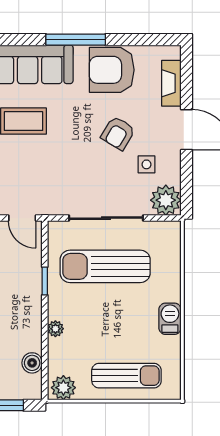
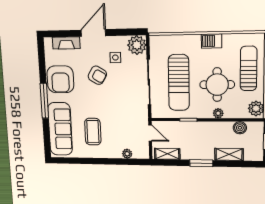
door: (22, 218) -> (150, 133), hinge flipped
round table: (102, 327) -> (217, 85), added

